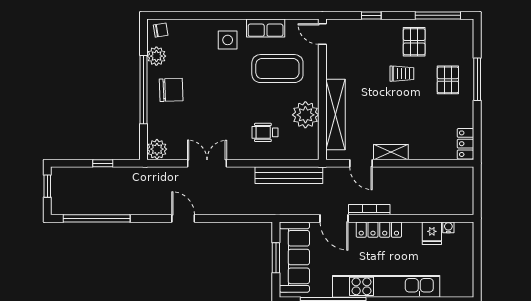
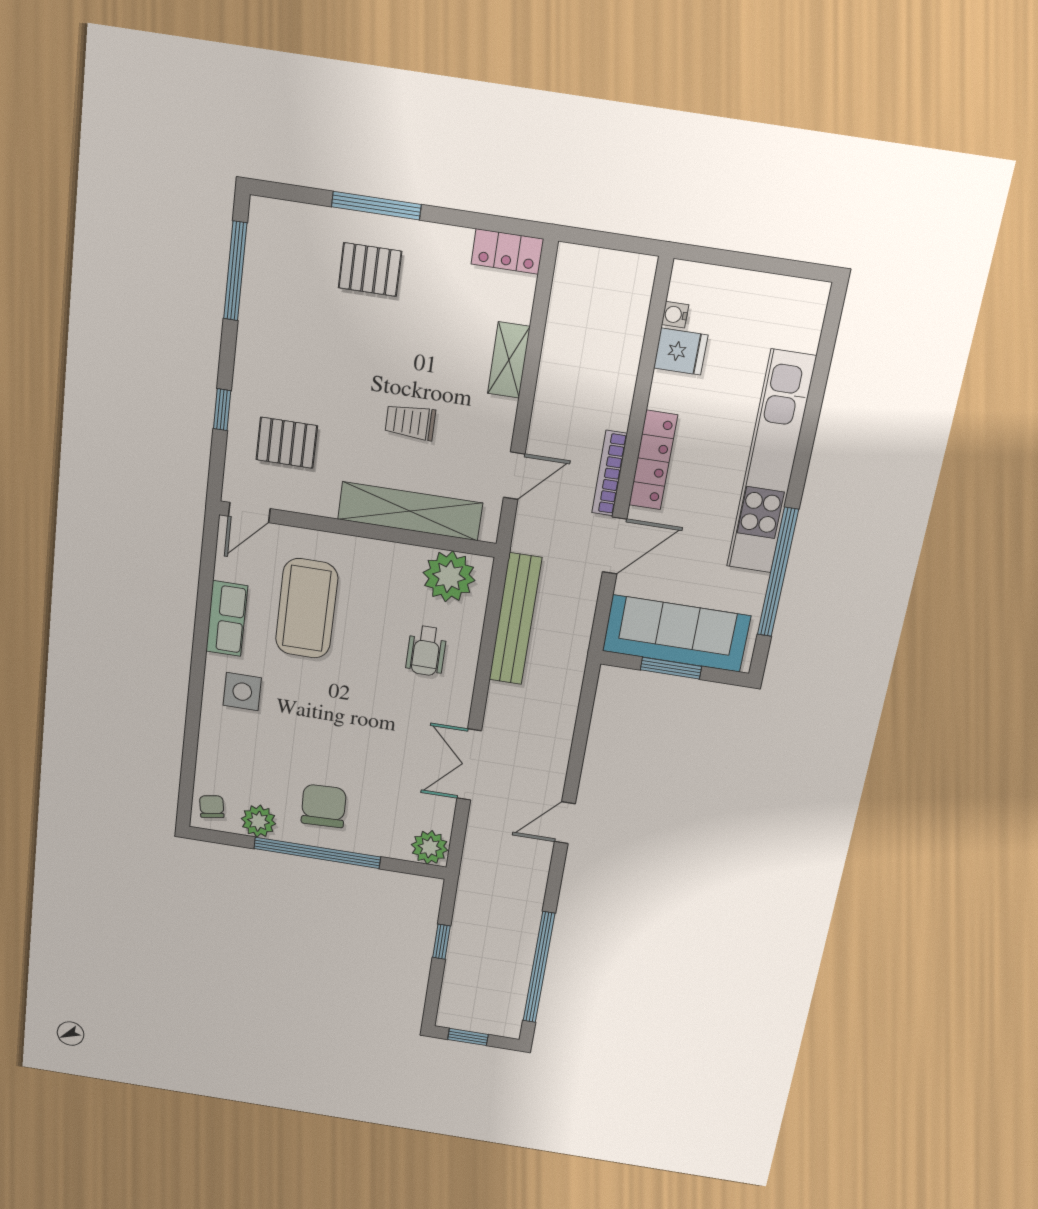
pallet: (414, 42) -> (287, 443), moved
trolley: (402, 74) -> (410, 422), moved, turned -90
plant: (305, 115) -> (449, 576), moved
shelving: (391, 152) -> (509, 360), moved

